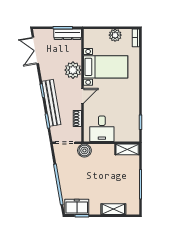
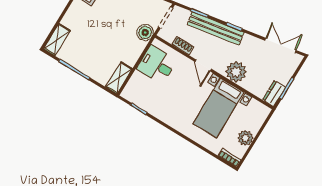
dresser: (68, 34) -> (274, 93), width x0.70
shelving: (113, 209) -> (57, 40), moved

